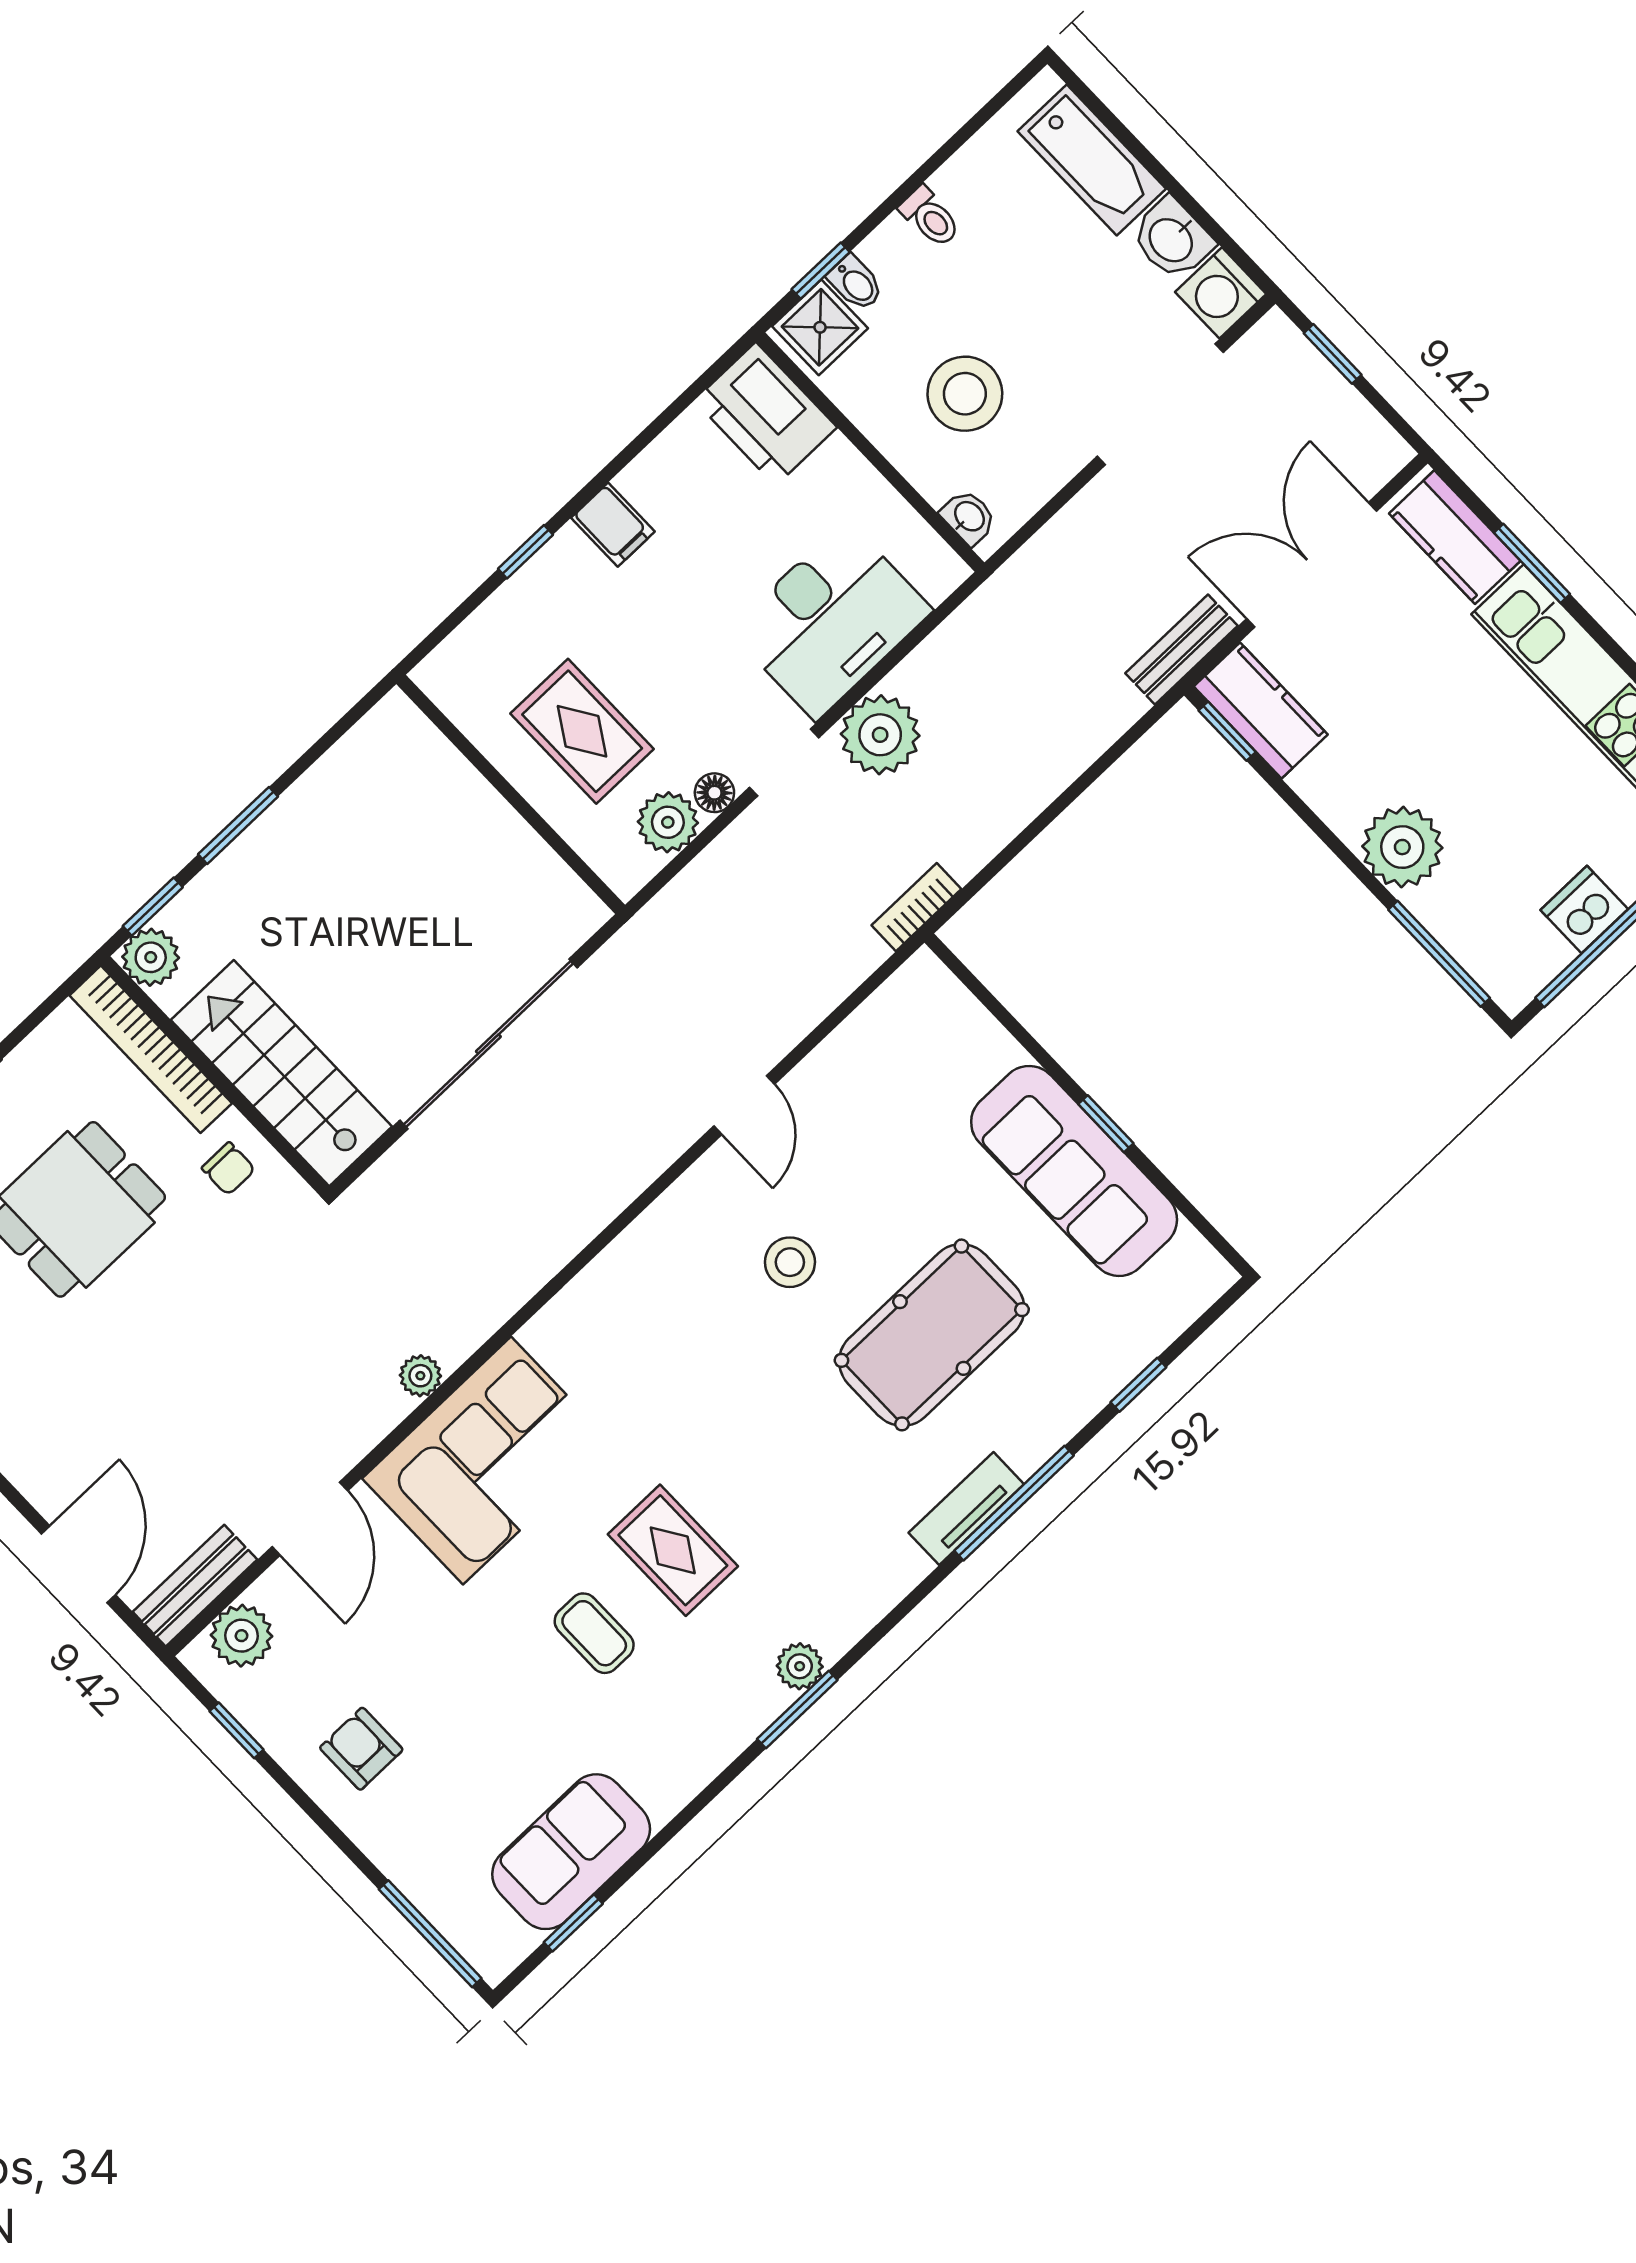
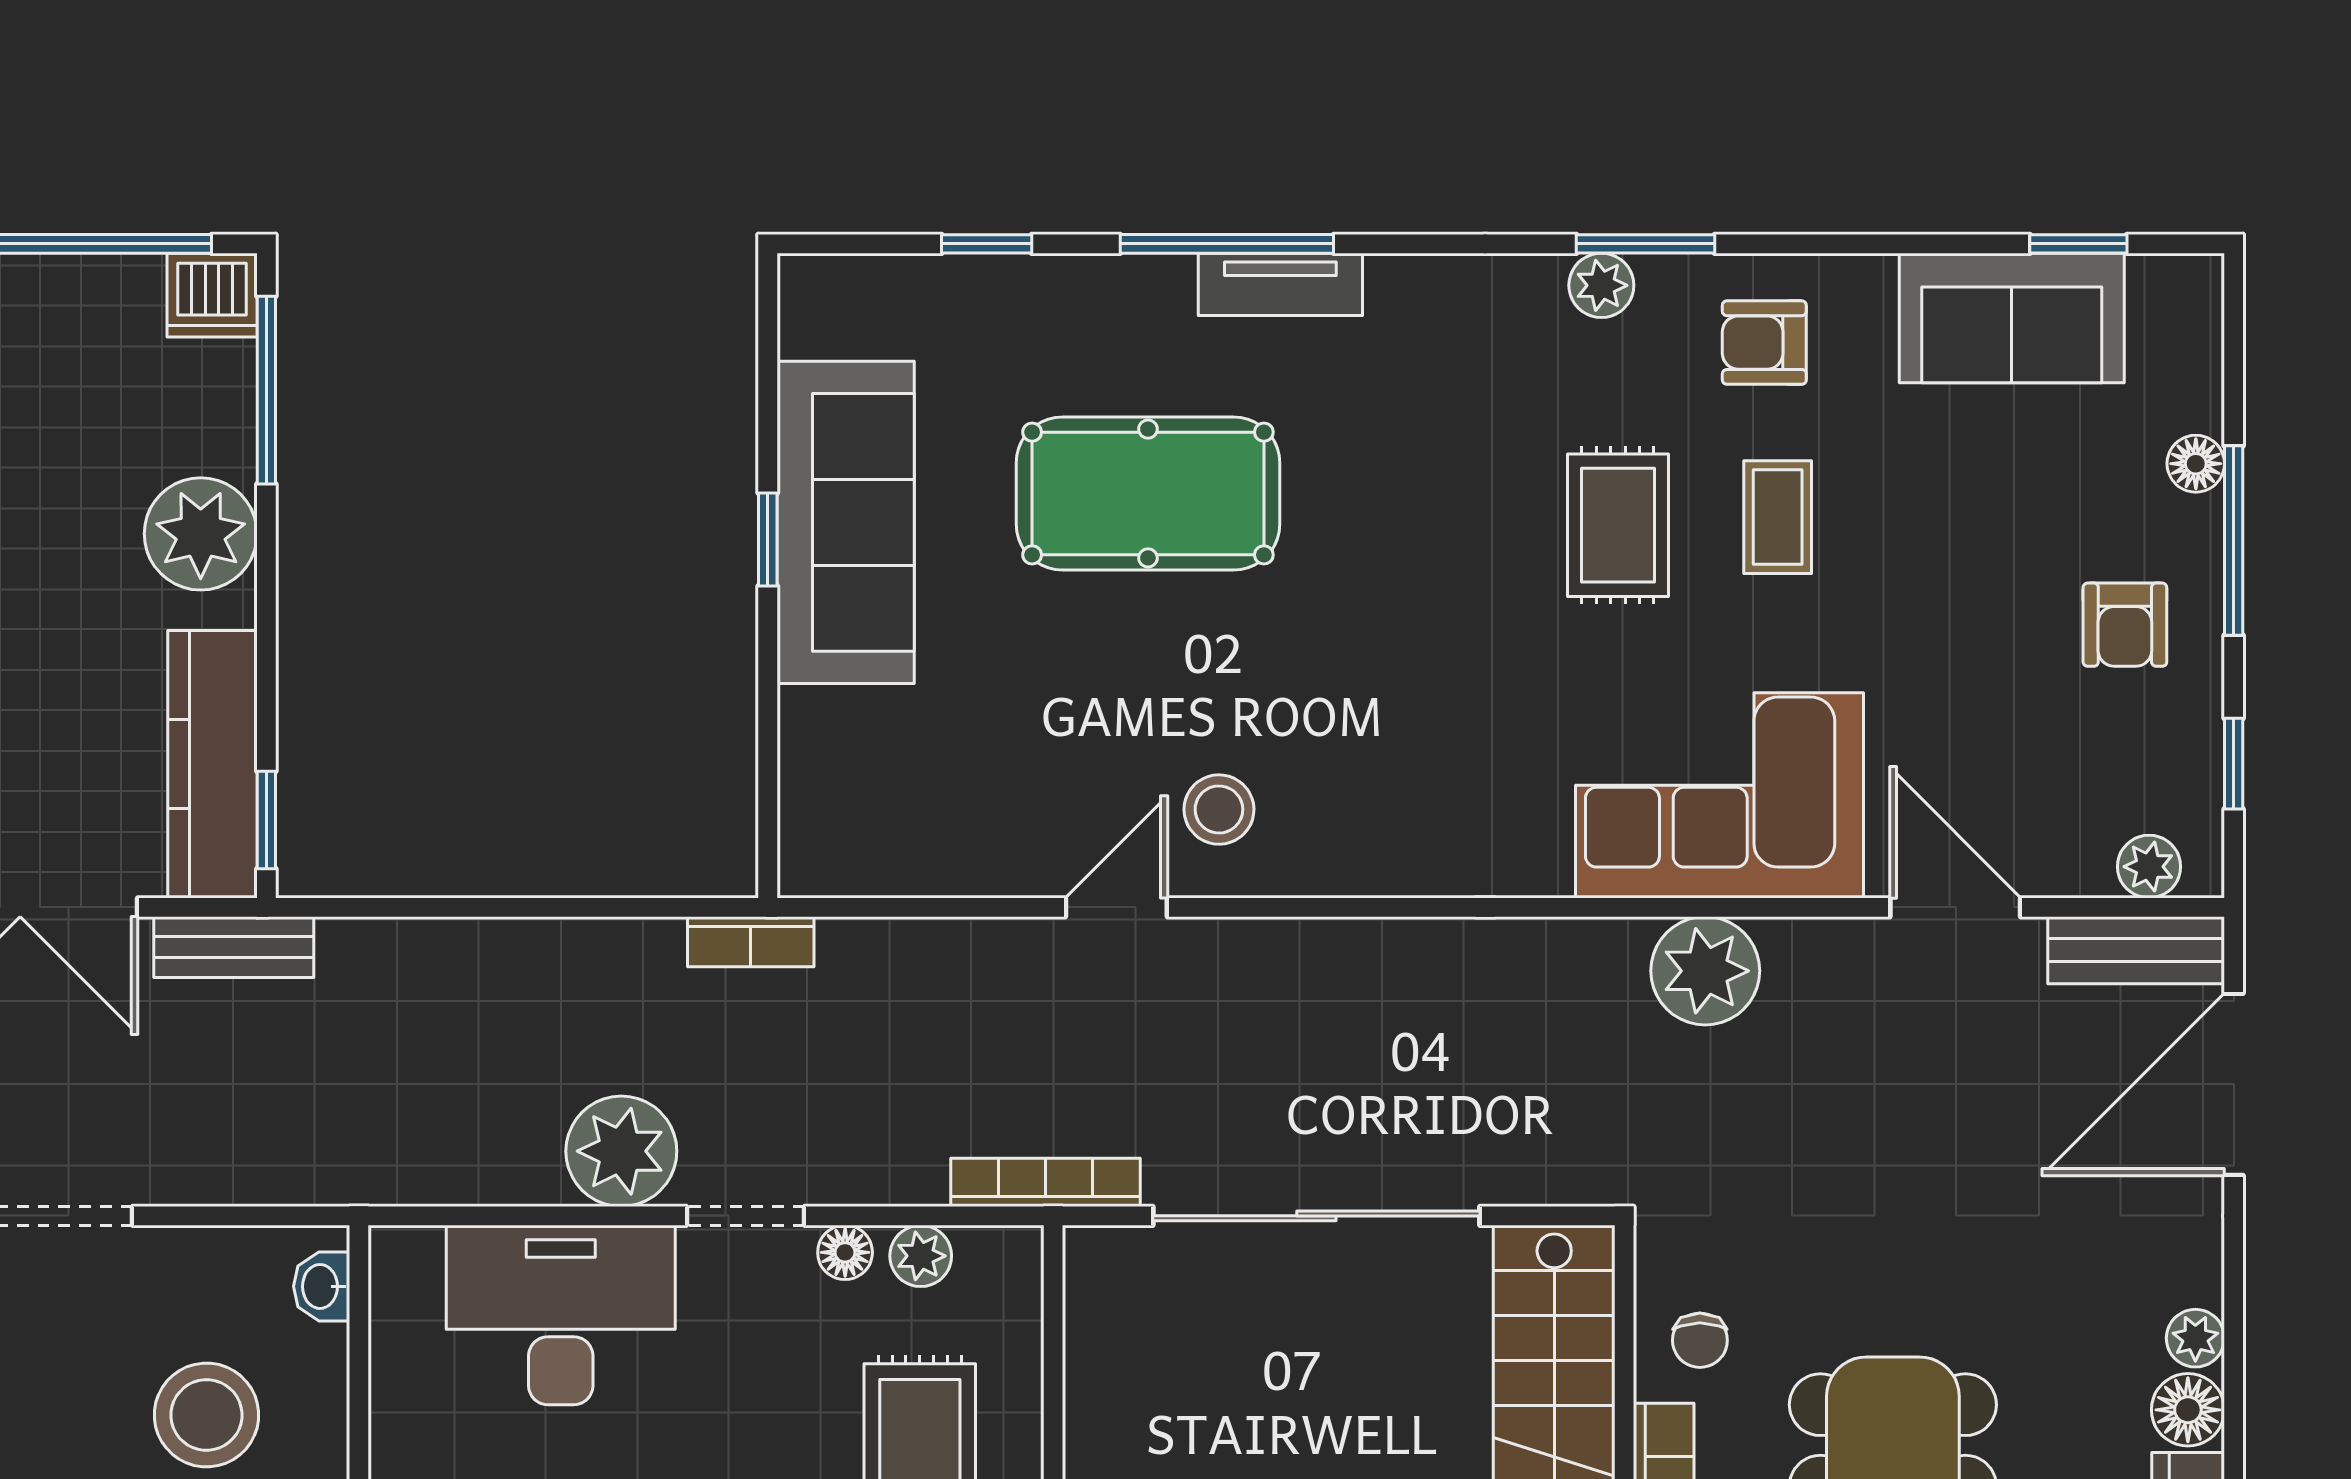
kitchen counter: (1261, 710) -> (212, 764), width x1.50
plant: (668, 822) -> (921, 1256), width x0.73, depth x0.73
dishwasher: (1584, 910) -> (212, 295), moved
bookcase: (645, 928) -> (1046, 1182), added
chair: (229, 1169) -> (1700, 1340), turned 180
stool: (790, 1262) -> (1219, 810), moved
plant: (420, 1376) -> (1705, 971), width x1.88, depth x1.88
door: (310, 1519) -> (1955, 907), hinge flipped
door: (78, 1564) -> (2234, 1084), width x1.36
plant: (242, 1636) -> (2149, 867), width x0.73, depth x0.73
armchair: (687, 1717) -> (1764, 343), added
floor lamp: (404, 1867) -> (2196, 464), added
window: (430, 1934) -> (2234, 540), moved

